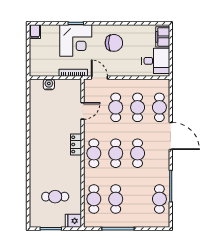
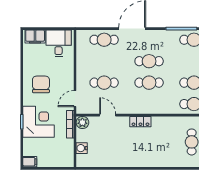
plant: (75, 85) -> (82, 123), added
cafe table: (138, 107) -> (104, 61), removed
cafe table: (94, 153) -> (149, 104), removed

